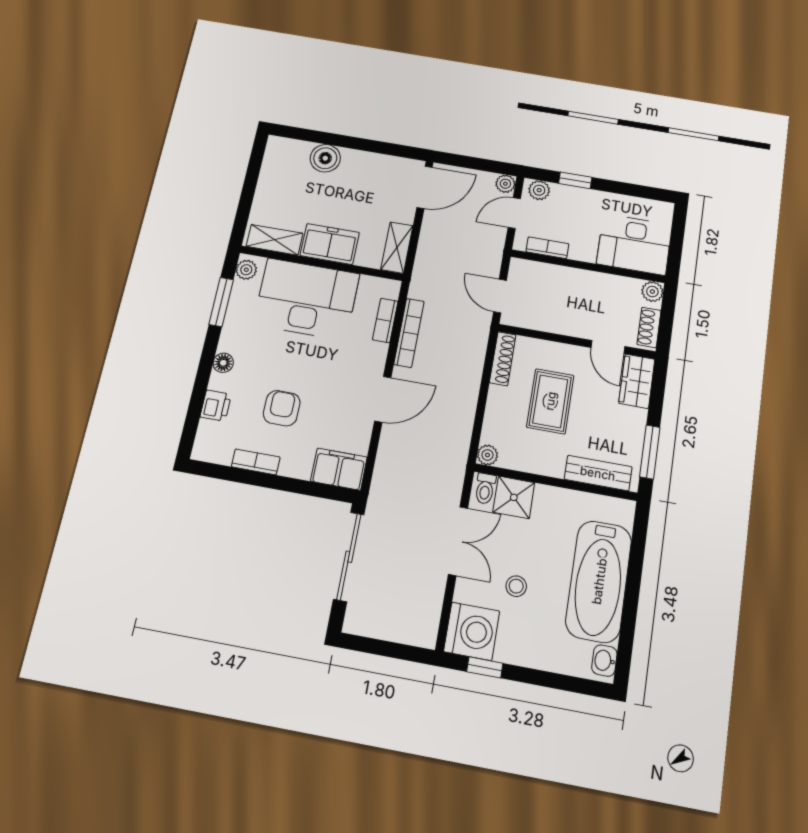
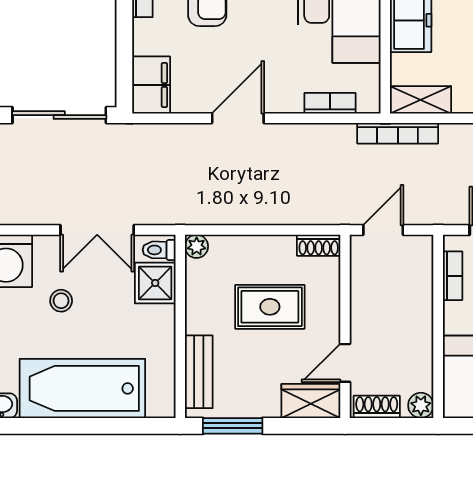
bookcase: (409, 333) -> (398, 133), moved
shoe rack: (503, 359) -> (319, 245), width x0.70
door: (383, 399) -> (238, 118), swing flipped

